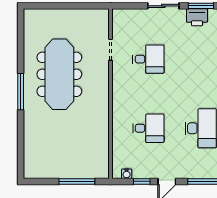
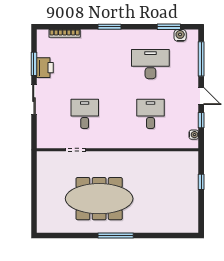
window: (77, 181) -> (201, 182), width x0.46

